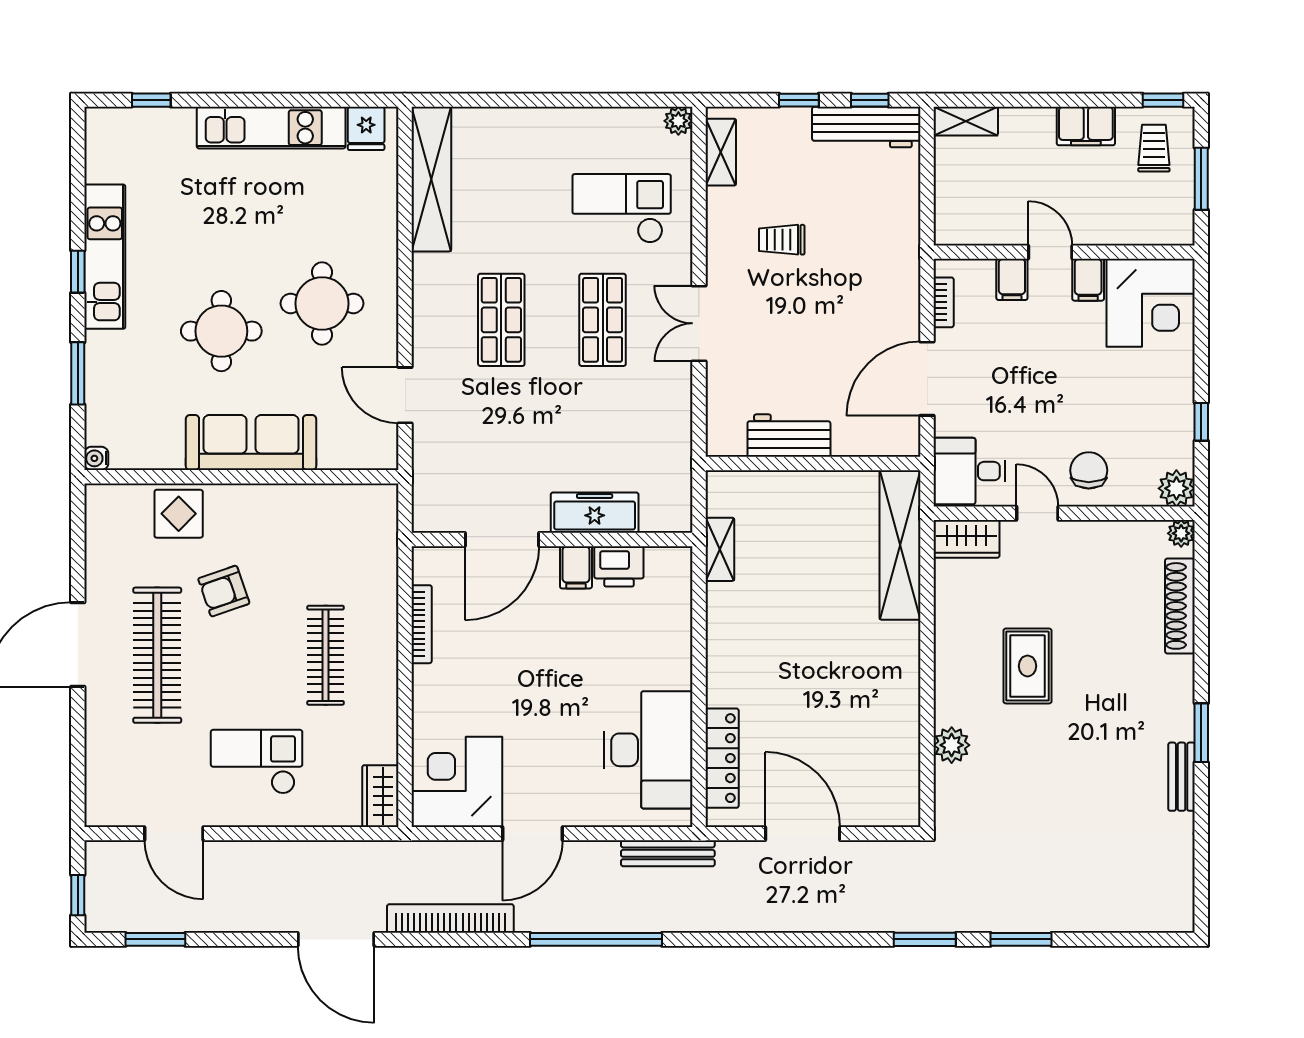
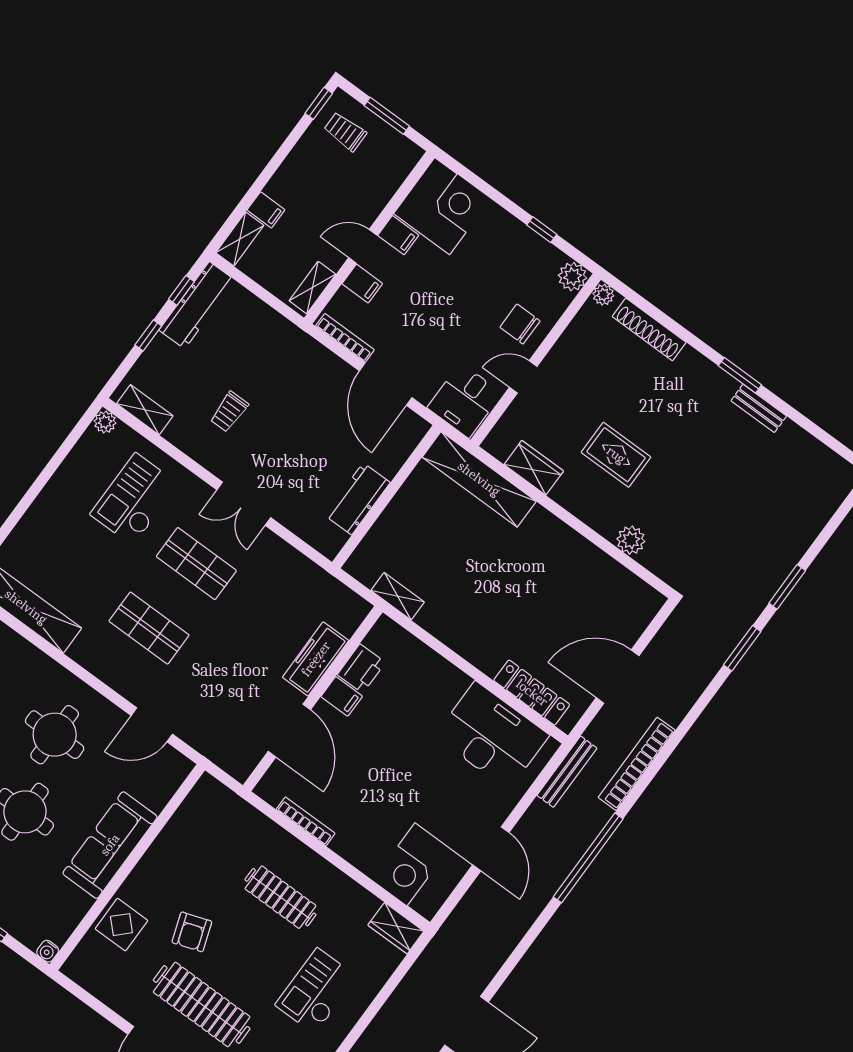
filing cabinet: (1086, 126) -> (266, 210), moved, width x0.50
shelving: (971, 232) -> (312, 288), added
bookcase: (944, 302) -> (345, 338), width x1.56
wardrobe: (966, 539) -> (534, 468), moved, turned -90
bookcase: (450, 918) -> (637, 764), moved

